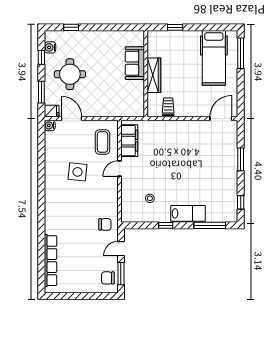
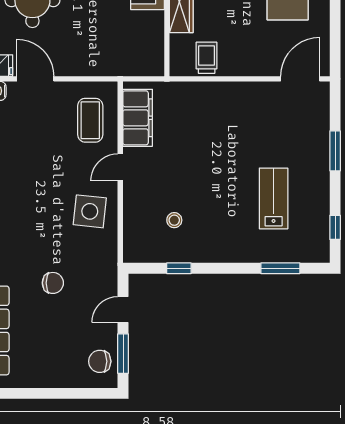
side table: (78, 172) -> (90, 211), moved
lab bench: (188, 213) -> (274, 198), moved, turned -90
chair: (105, 224) -> (53, 283), moved
window: (166, 225) -> (179, 268), moved
window: (210, 225) -> (280, 268), width x0.69

